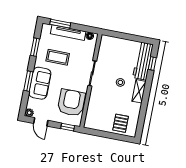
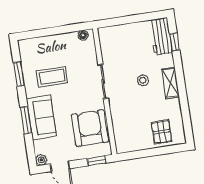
window: (60, 24) -> (40, 33), removed
tv unit: (68, 33) -> (54, 41), removed
workbench: (143, 61) -> (161, 36), width x0.73

